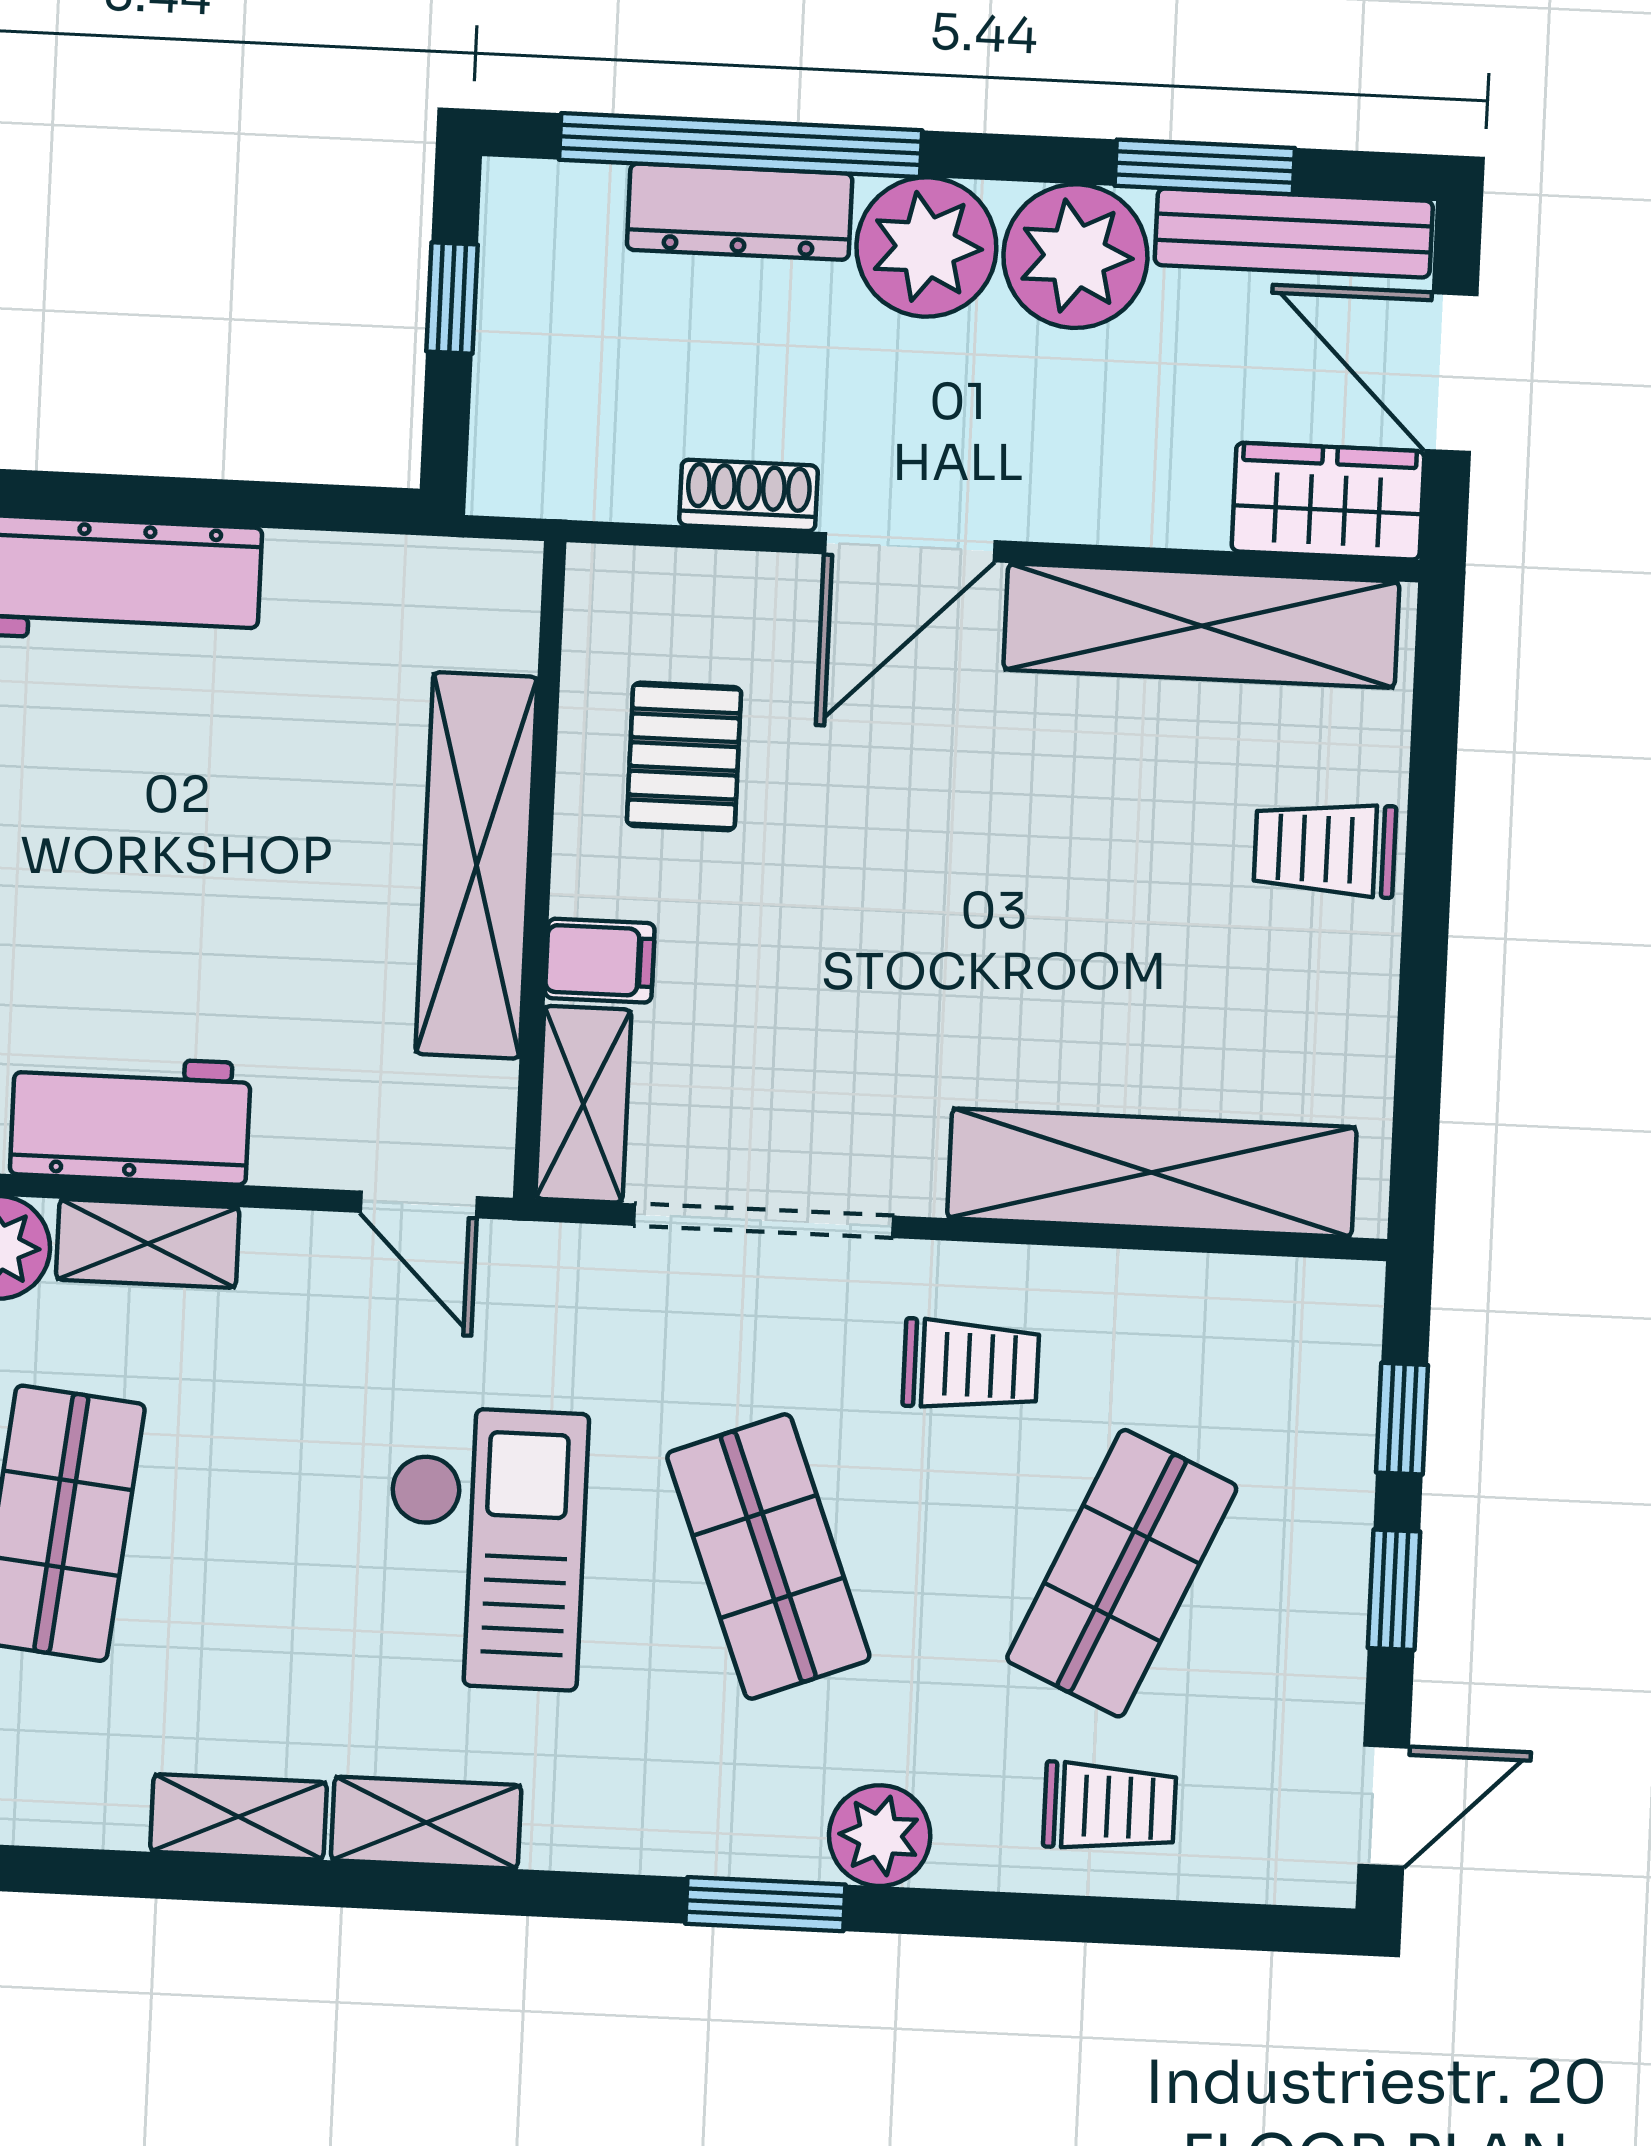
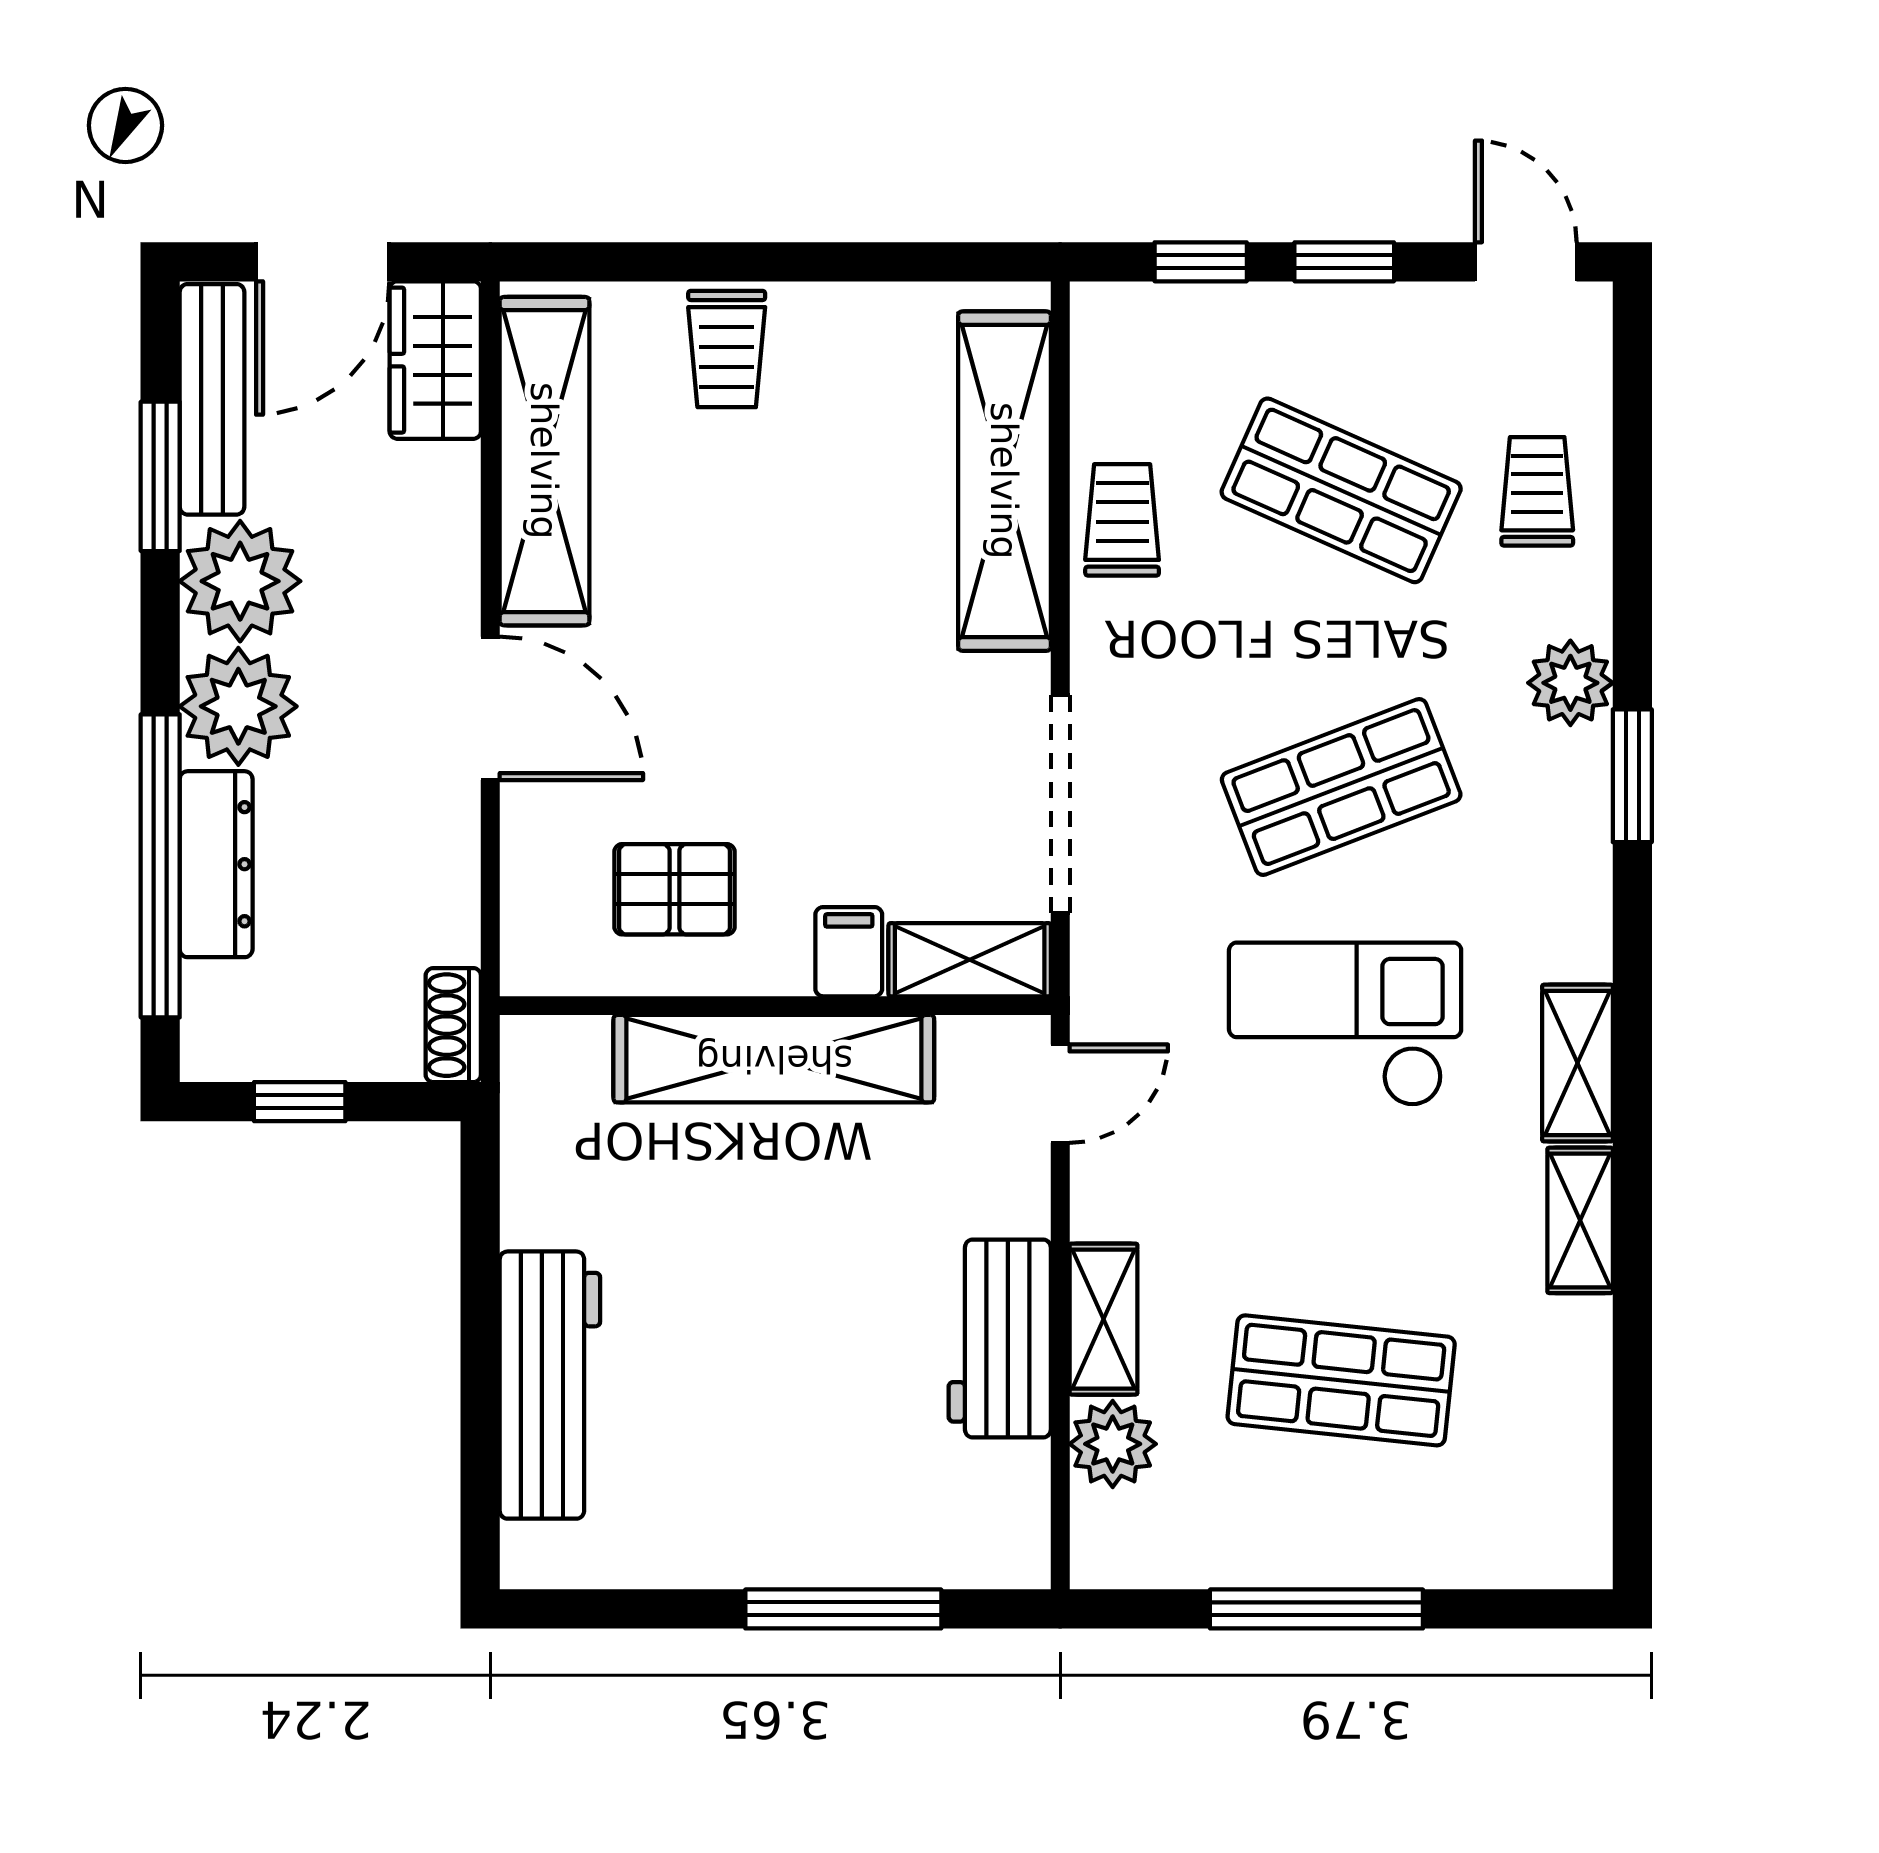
shoe rack: (748, 495) -> (453, 1025), moved
trolley: (971, 1365) -> (1122, 520), moved

